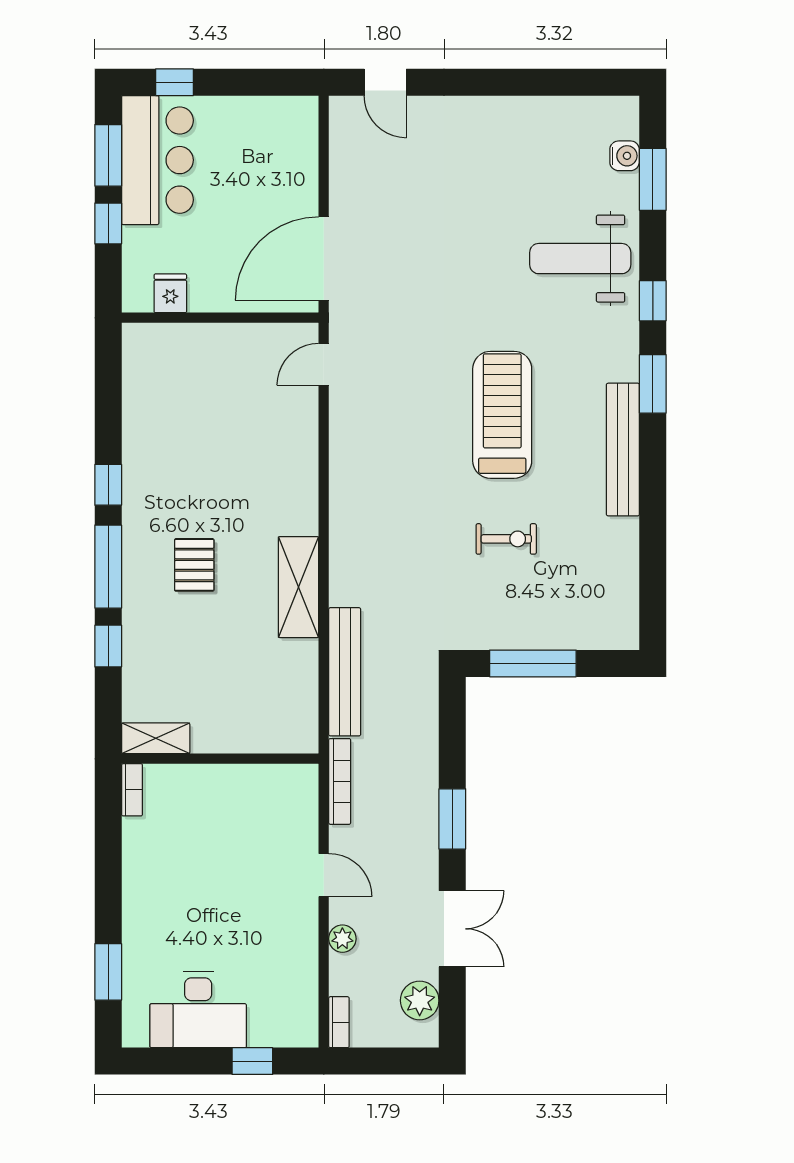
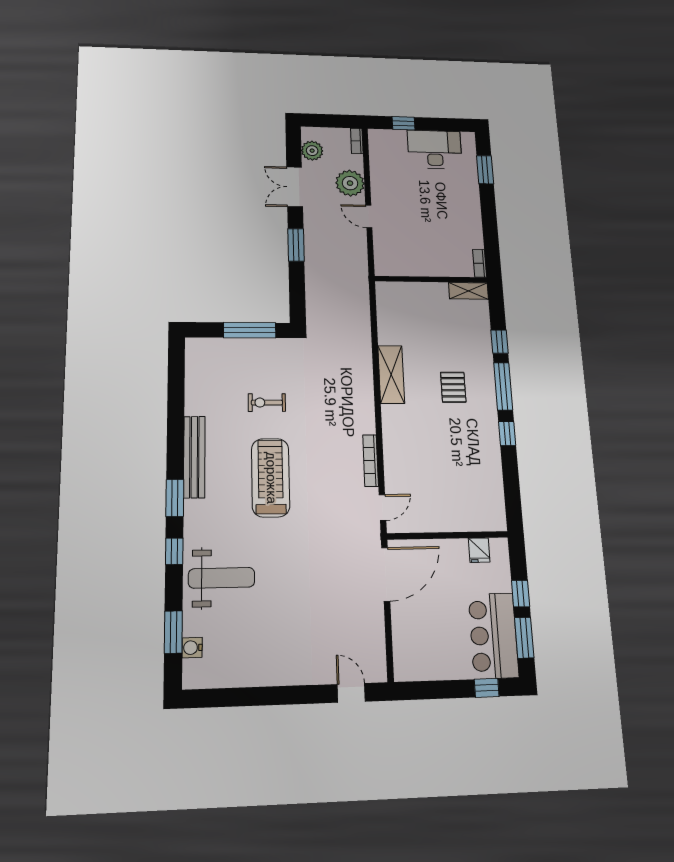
treadmill: (502, 415) -> (271, 478), turned 180
bench: (345, 672) -> (362, 326), removed
bookcase: (340, 781) -> (371, 461), moved
plant: (342, 939) -> (350, 183), width x1.88, depth x1.88

